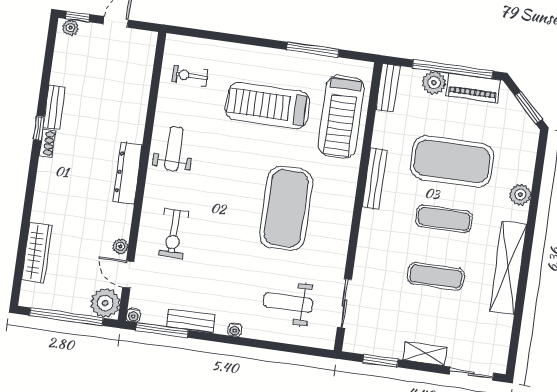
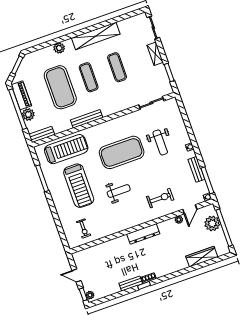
weight bench: (174, 149) -> (119, 191), moved, turned 180
plant: (105, 303) -> (212, 223), moved
weight bench: (288, 303) -> (160, 142), moved

